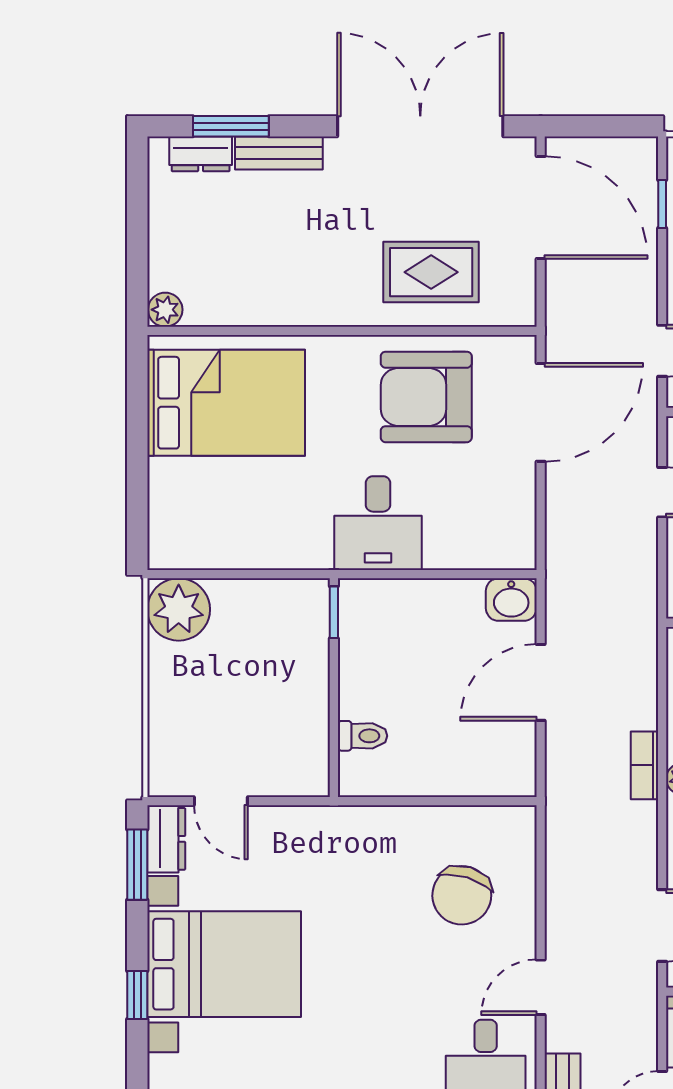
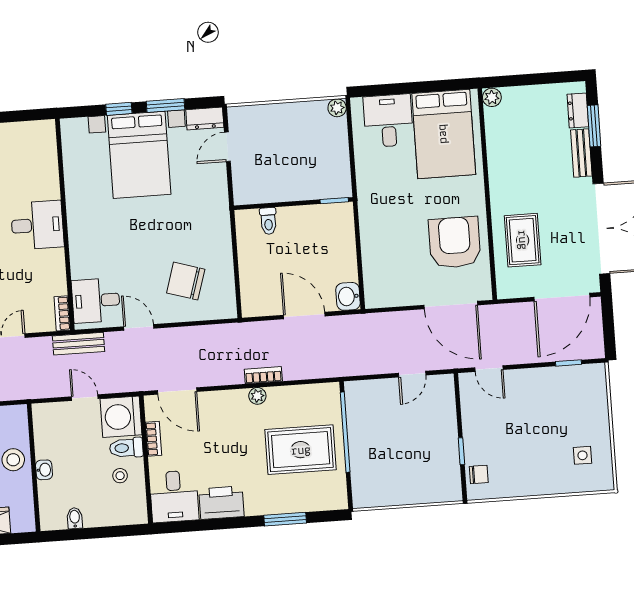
desk: (378, 523) -> (388, 121), moved, turned 90
plant: (179, 609) -> (337, 108), width x0.53, depth x0.53
window: (137, 865) -> (165, 105), moved

